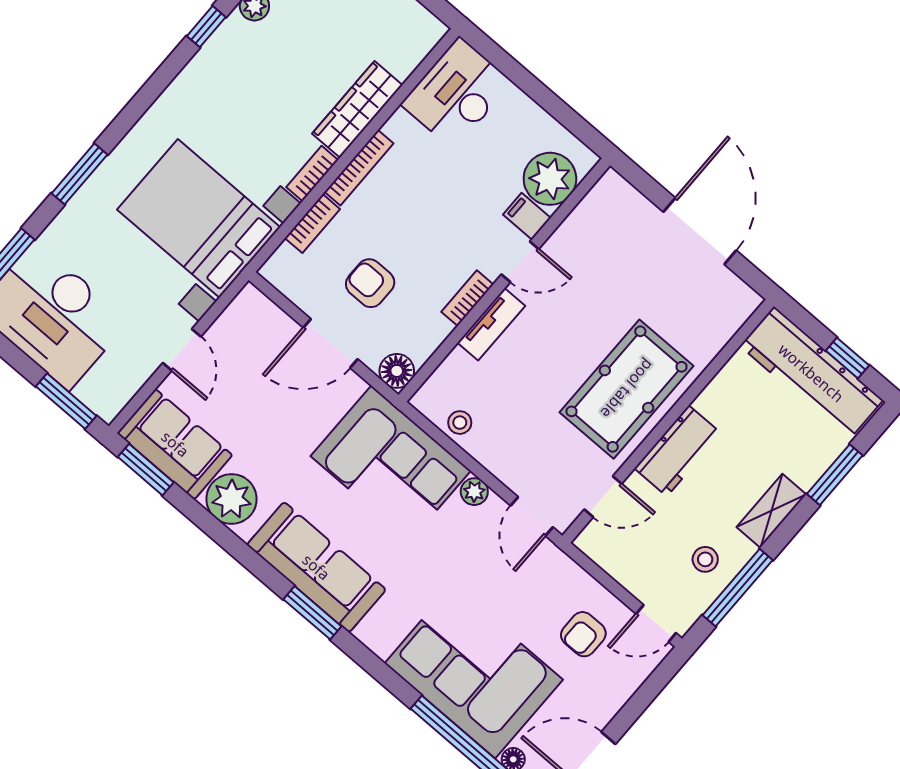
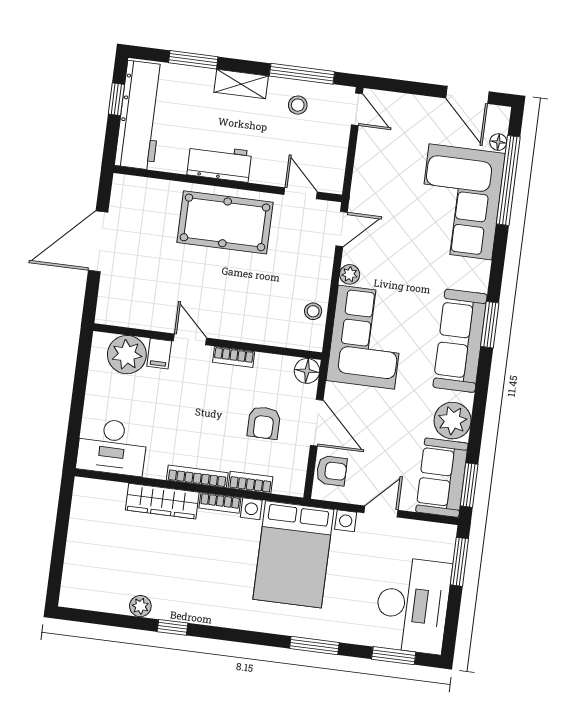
tv unit: (491, 324) -> (240, 332), removed
workbench: (678, 451) -> (219, 163), moved
armchair: (583, 634) -> (332, 471), moved

